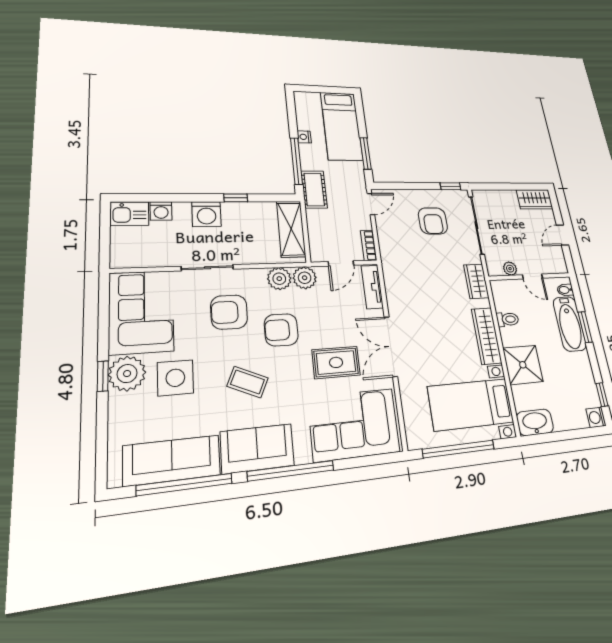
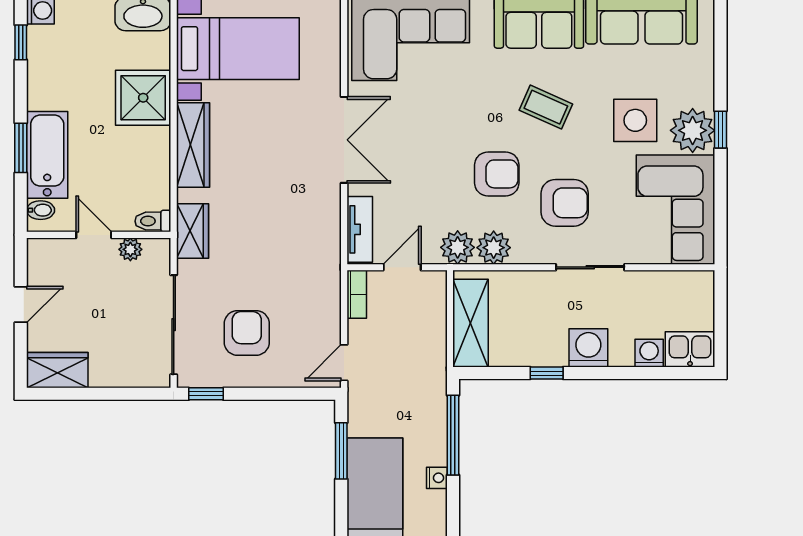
cot: (314, 189) -> (430, 387), removed
toilet: (508, 319) -> (153, 221), moved
rug: (336, 362) -> (426, 123), removed

